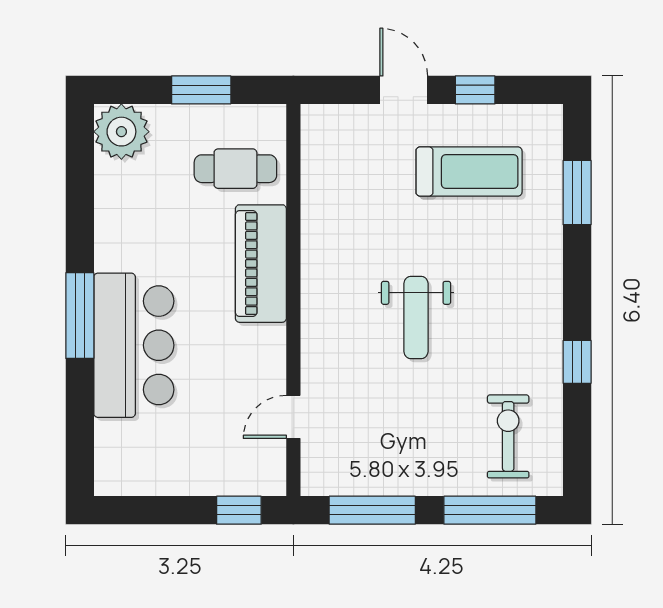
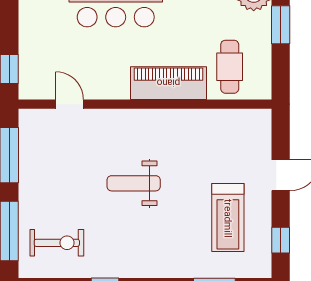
window: (201, 90) -> (281, 25), moved
window: (475, 90) -> (281, 240), moved

